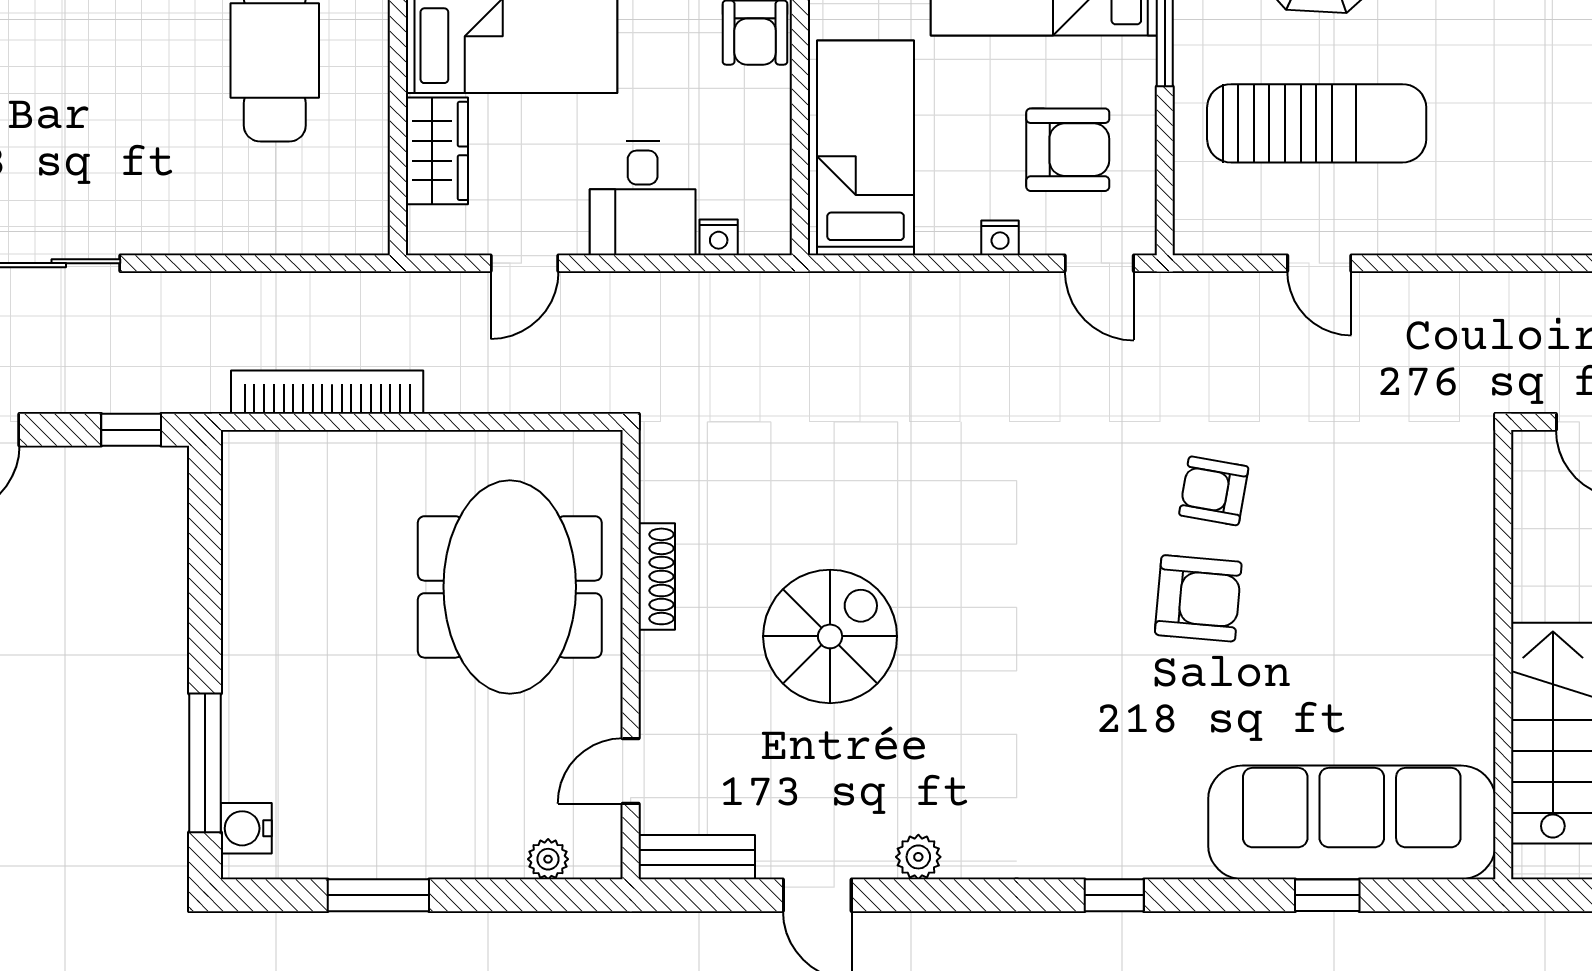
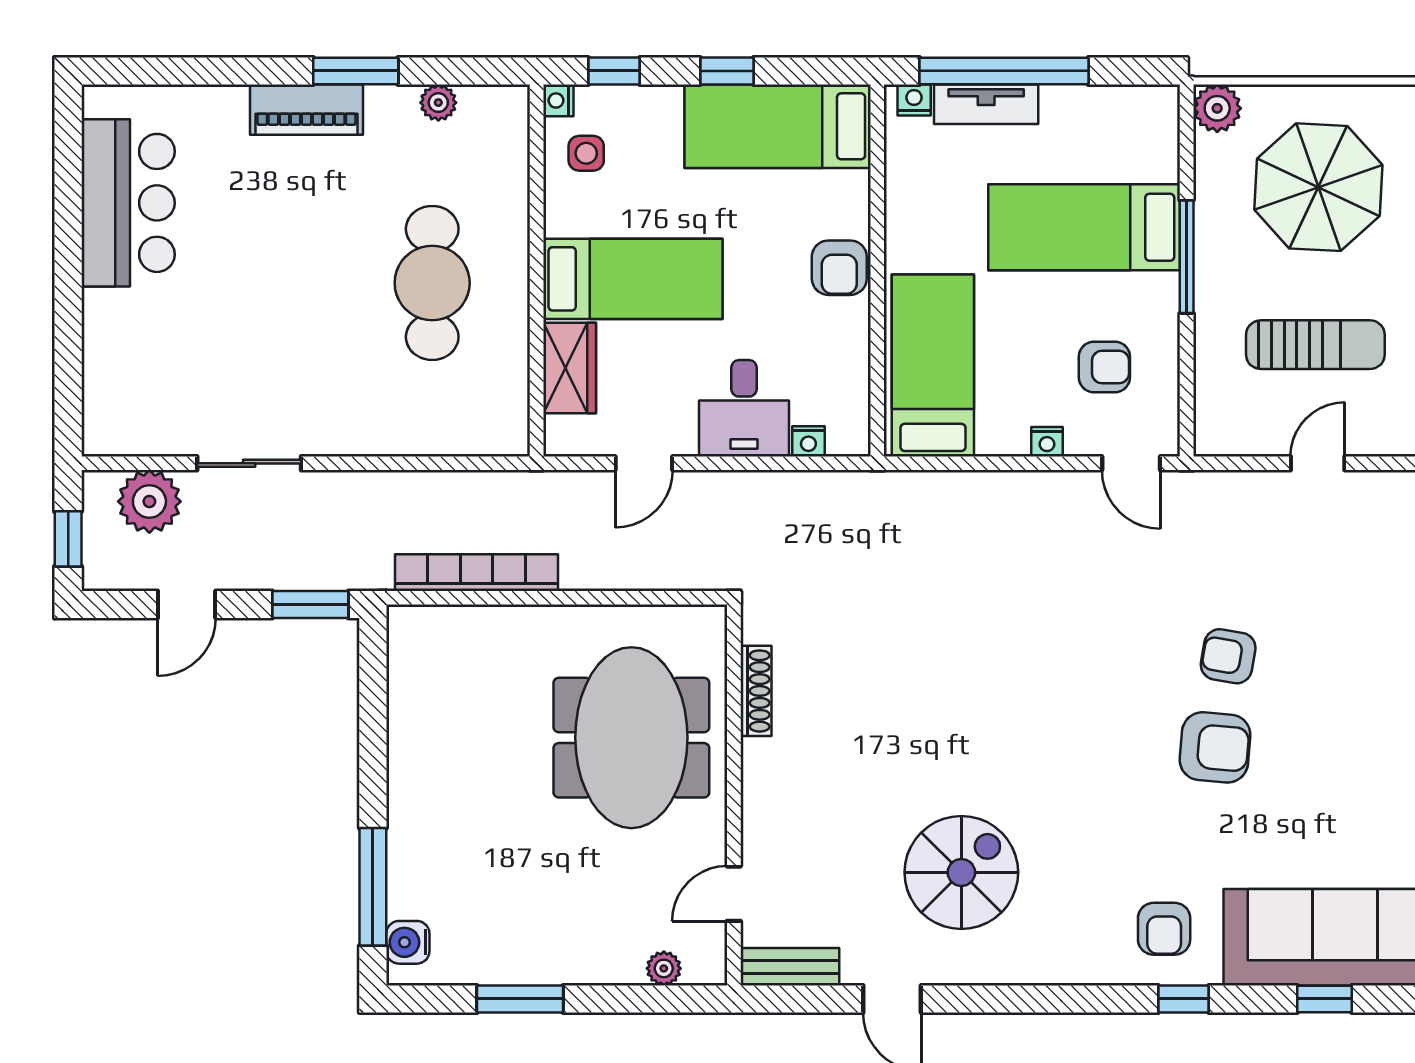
sun lounger: (1317, 123) -> (1315, 345), width x0.73, depth x0.75
armchair: (1068, 150) -> (1104, 367), width x0.72, depth x0.72
door: (1319, 263) -> (1318, 463), swing flipped
window: (131, 430) -> (310, 604), width x1.50
shoe rack: (657, 576) -> (756, 691), moved
spiral stairs: (830, 636) -> (961, 872), moved
armchair: (1138, 812) -> (1164, 929), added
plant: (918, 857) -> (978, 967), removed
window: (1114, 895) -> (1183, 999), moved

